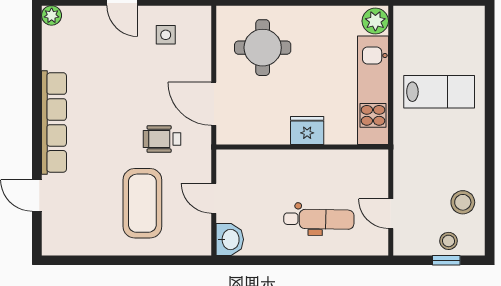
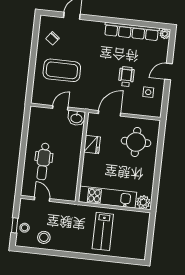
row of seats: (54, 122) -> (132, 31), moved
fridge: (307, 131) -> (92, 145), moved
wheelchair: (162, 139) -> (126, 77), moved
door: (391, 214) -> (42, 199), hinge flipped
chair: (84, 228) -> (53, 38), added
washbasin: (230, 239) -> (76, 118), moved

